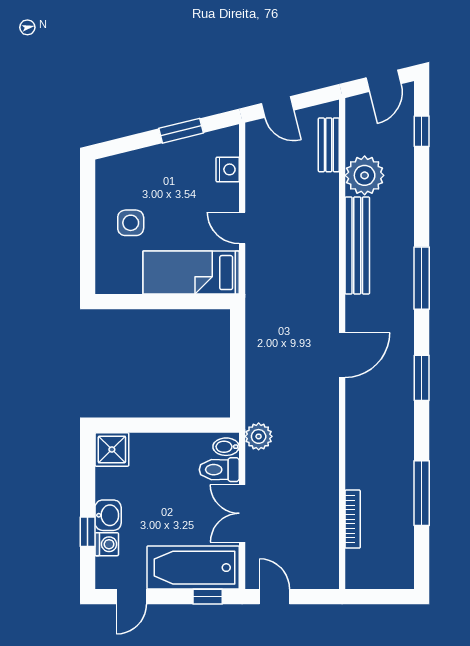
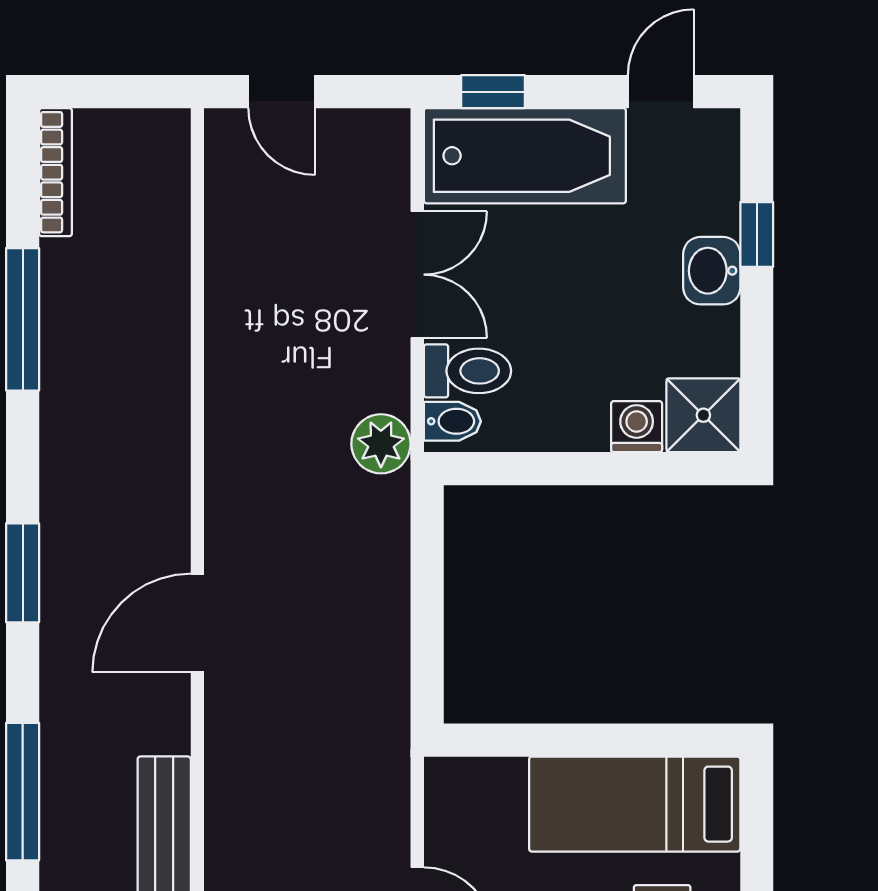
bed: (191, 273) -> (635, 804), moved, turned 180
bookcase: (353, 519) -> (55, 172), moved, turned 180
washing machine: (107, 544) -> (637, 427), moved, turned 90
door: (274, 597) -> (282, 92), moved

